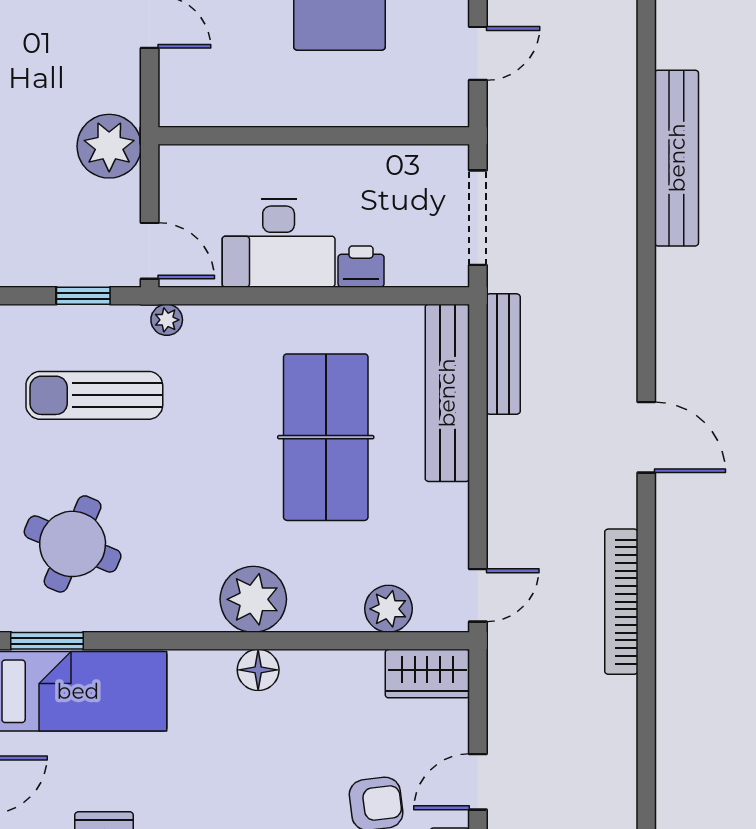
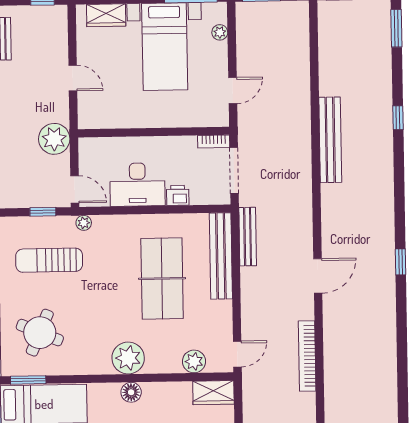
bookcase: (437, 157) -> (214, 141), added
door: (646, 437) -> (318, 276), hinge flipped

